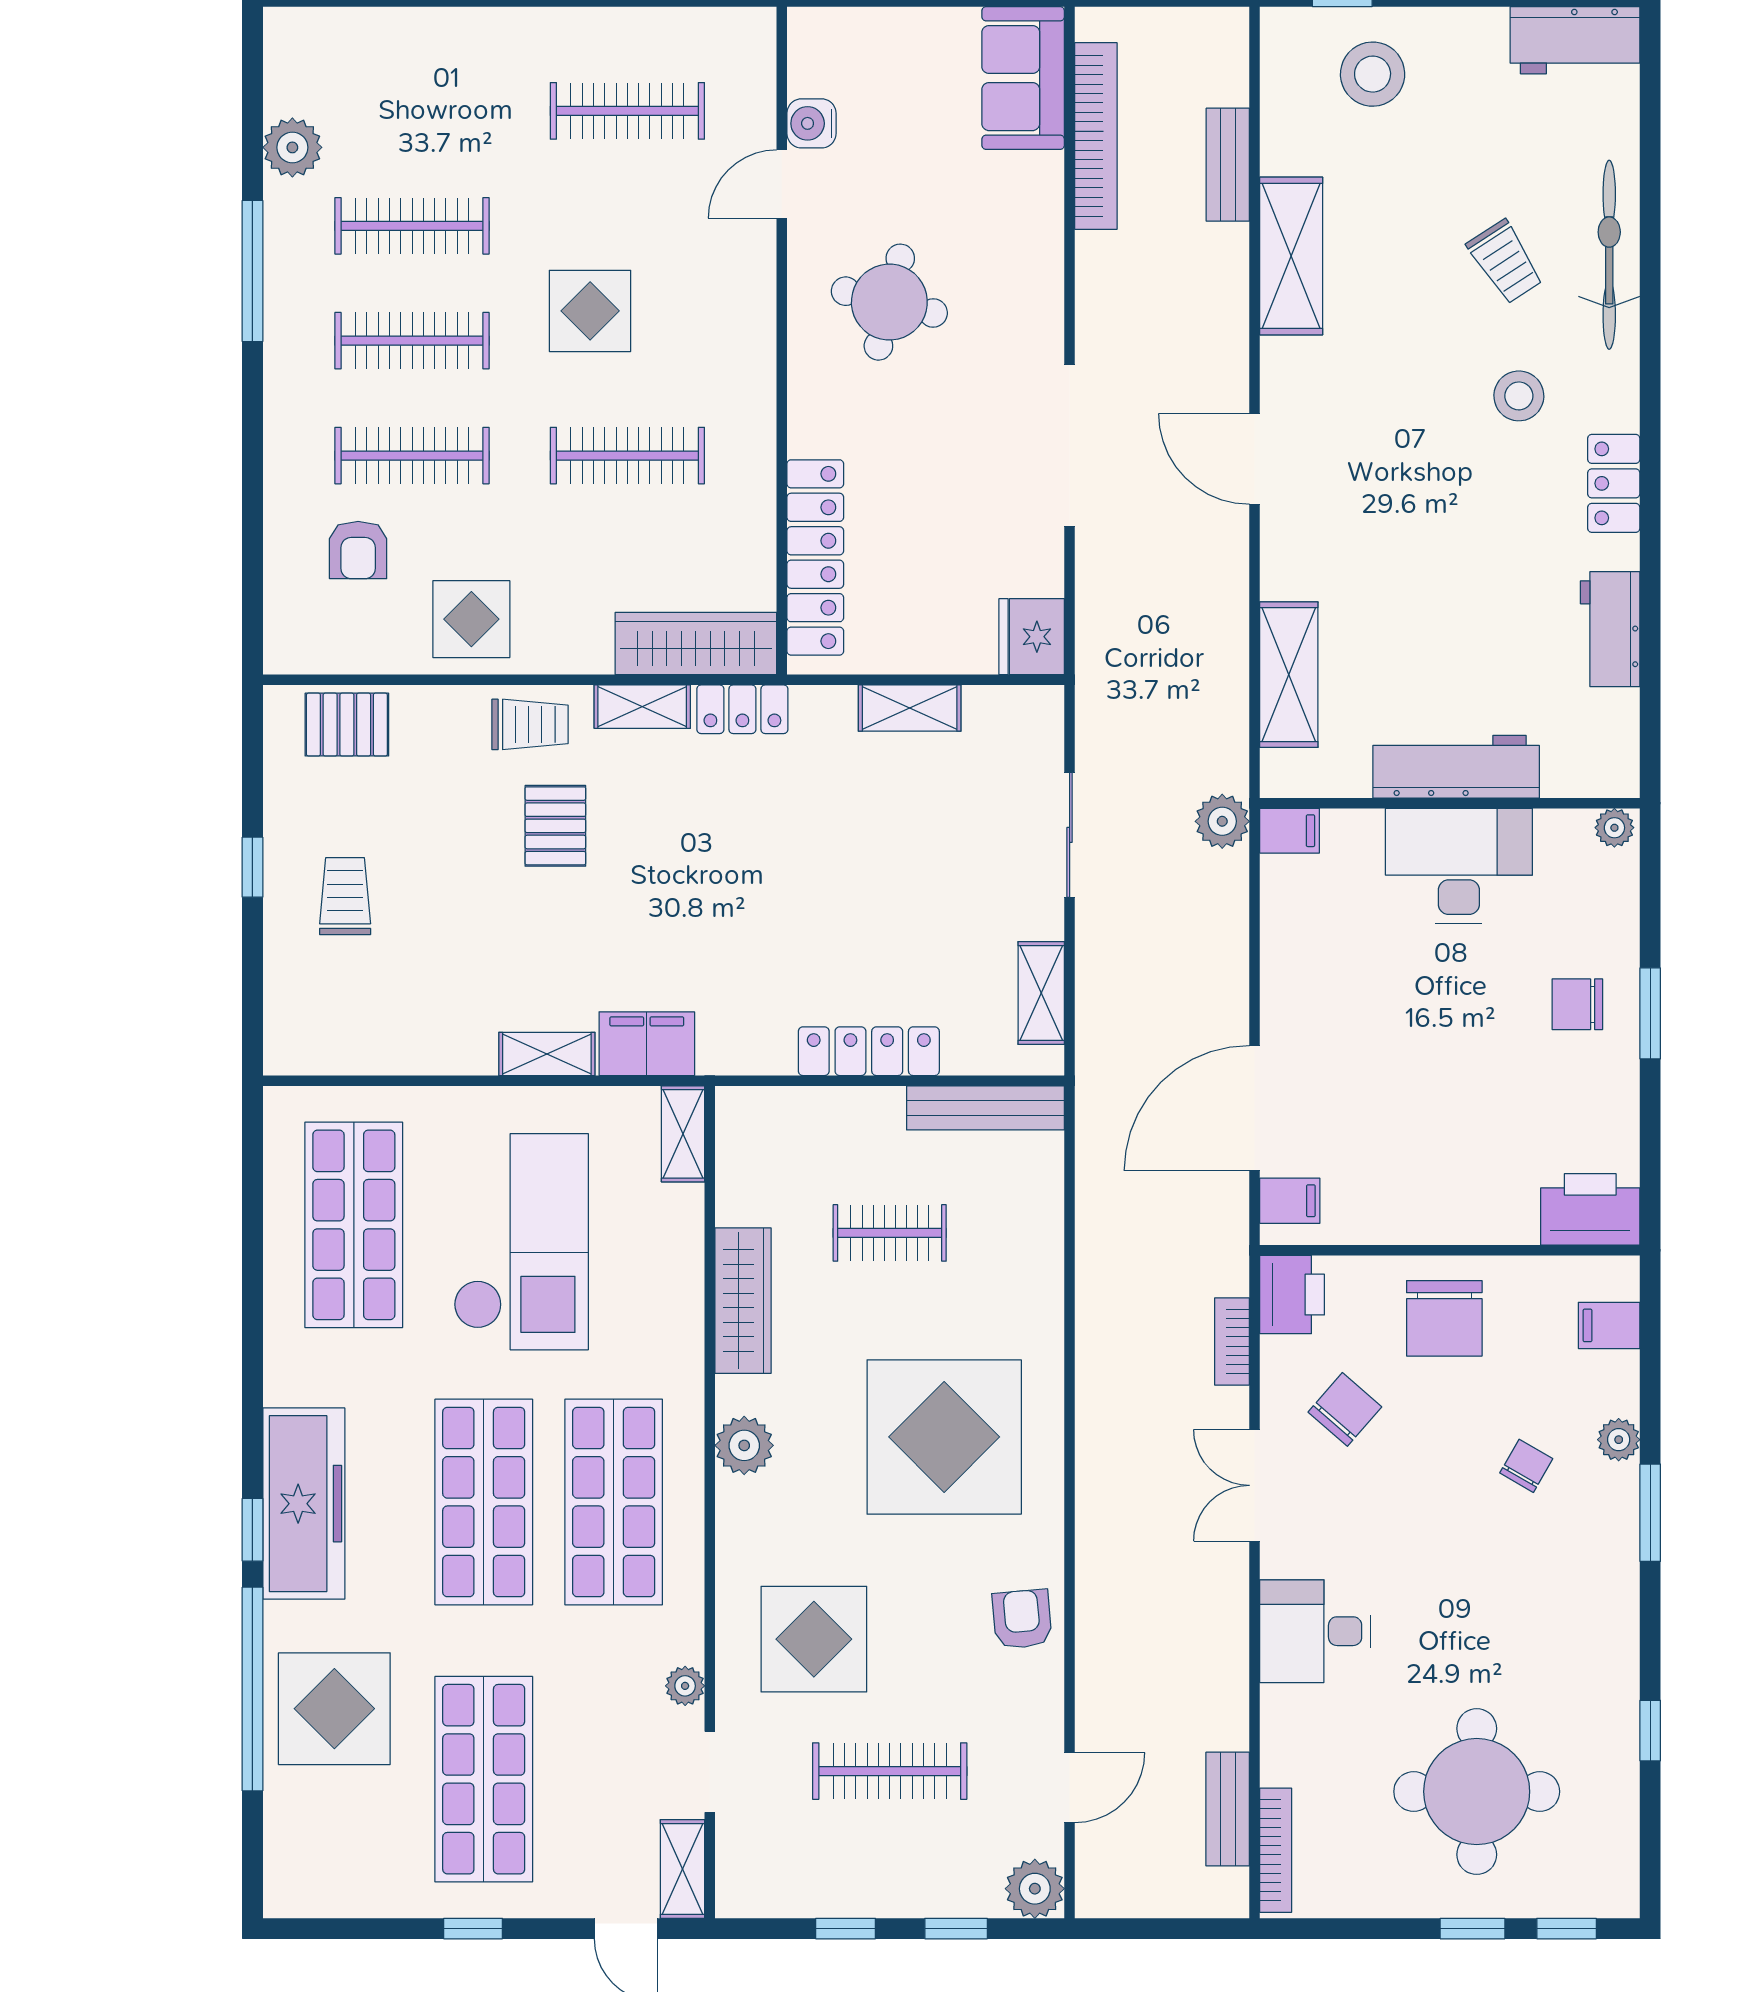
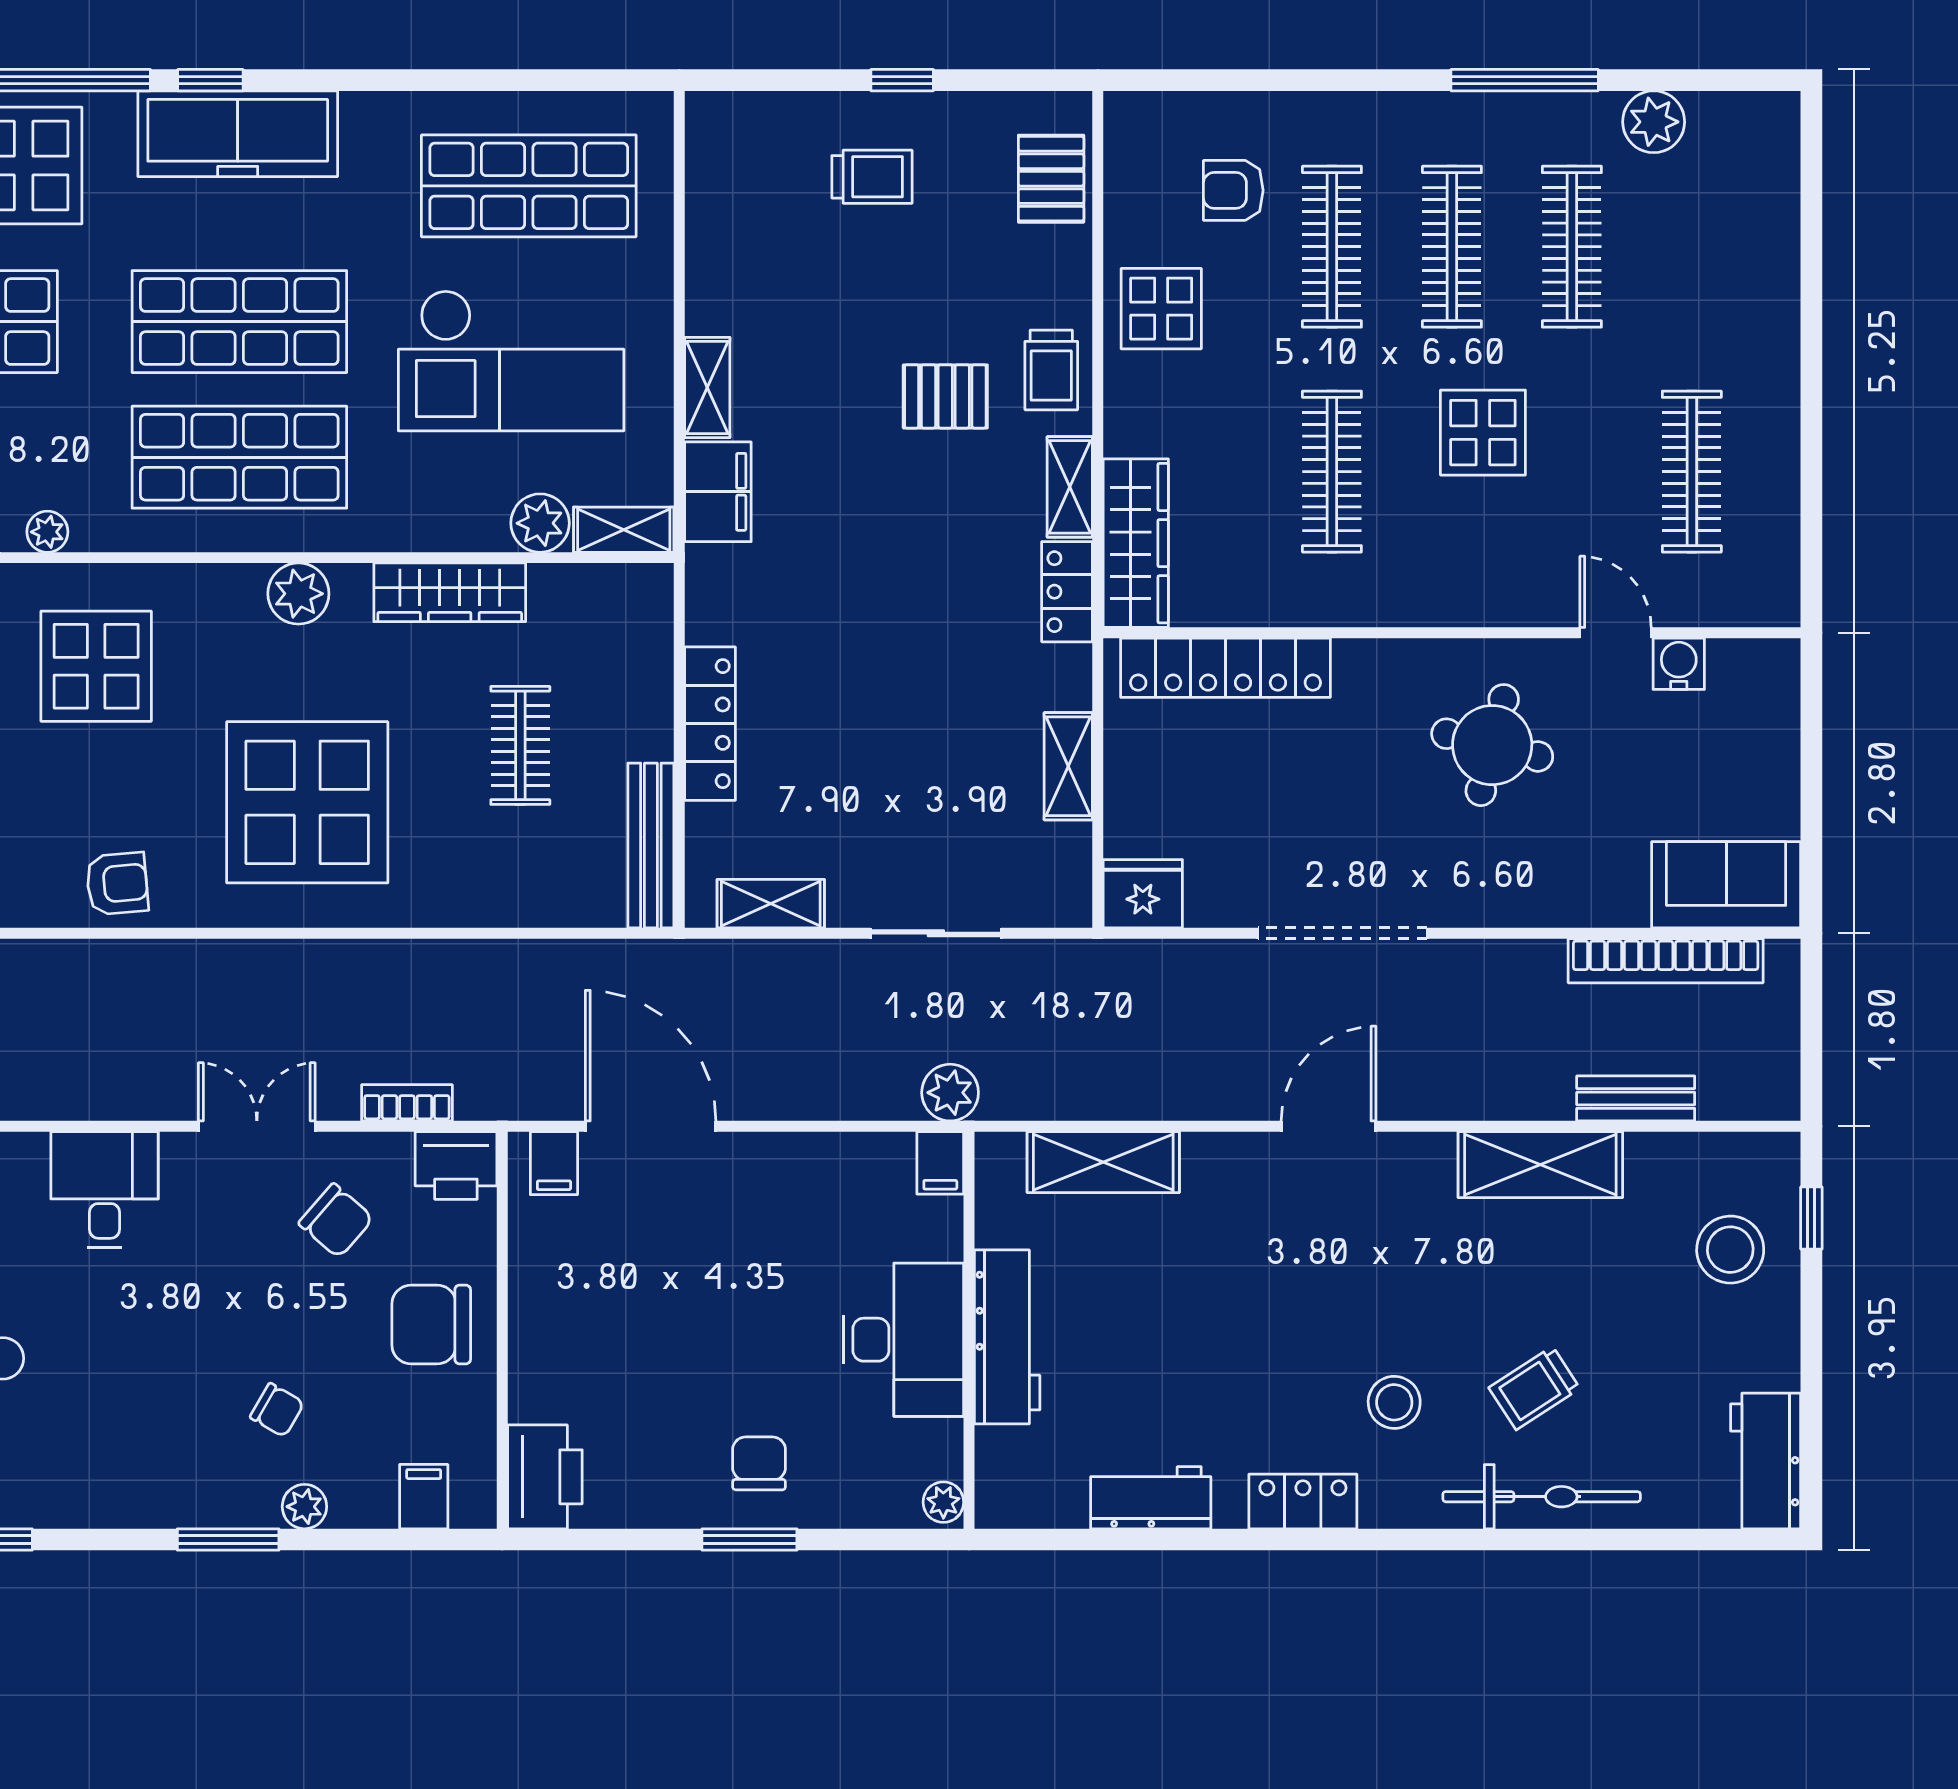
plant: (677, 1214) -> (540, 523), added

